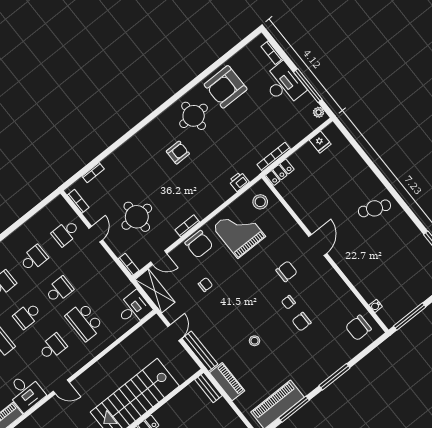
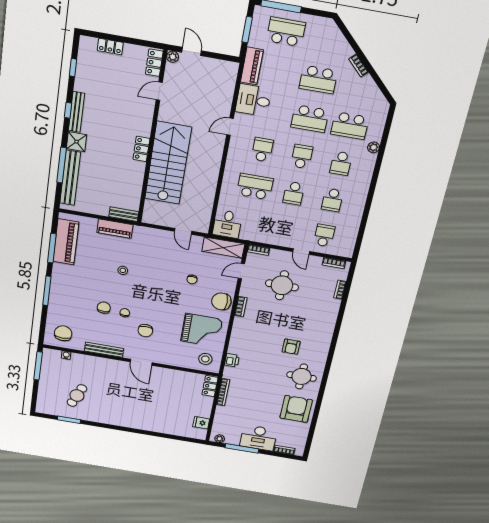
cafe table: (374, 208) -> (77, 396), moved
school desk: (53, 347) -> (262, 150), turned 180
bench: (200, 351) -> (104, 350), moved

